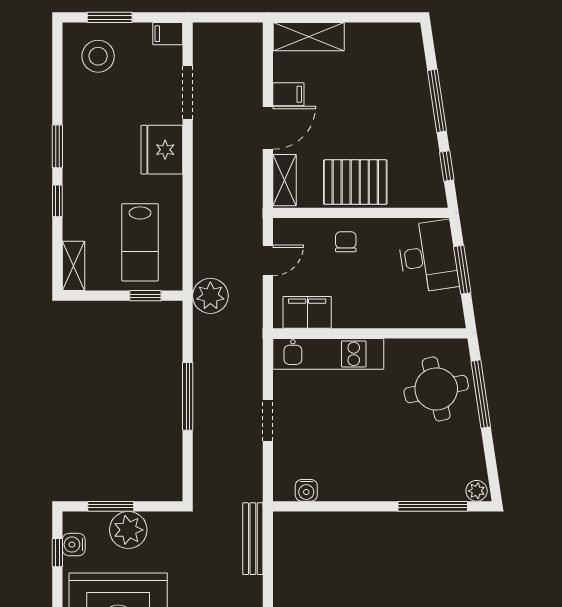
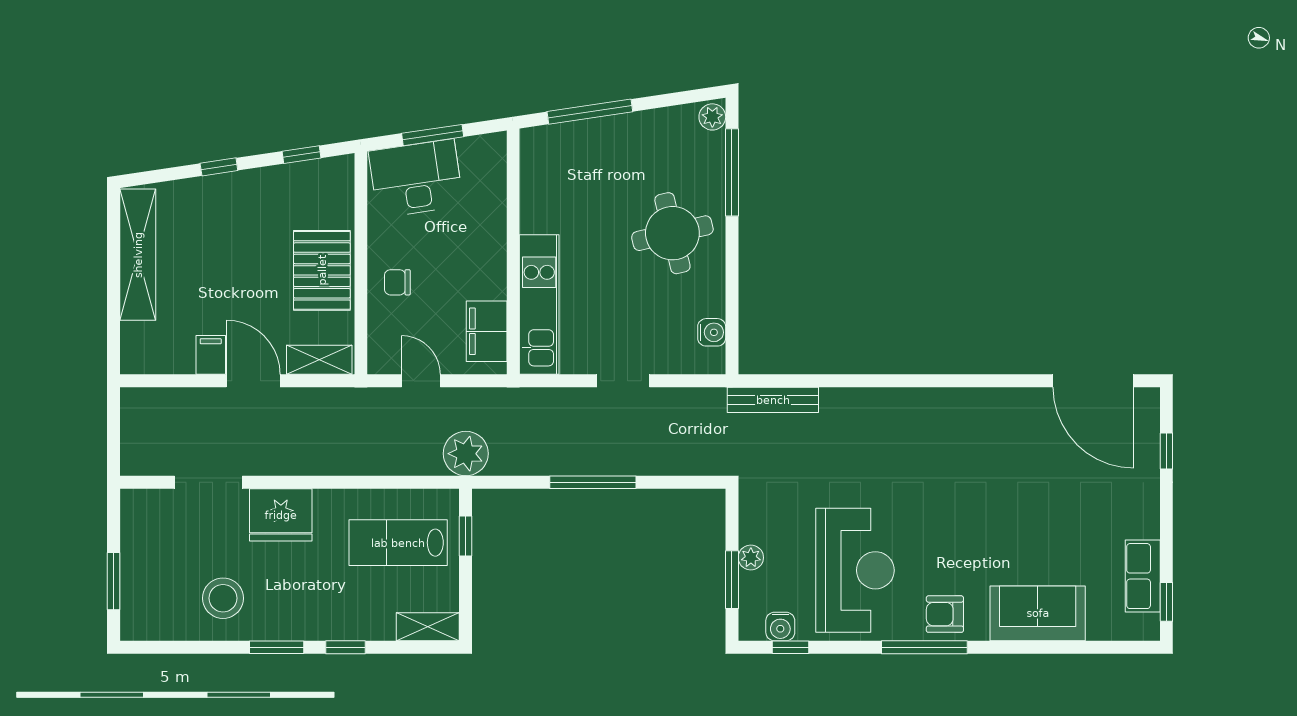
filing cabinet: (168, 34) -> (134, 508), removed
shelving: (309, 37) -> (138, 255), moved, width x1.47
stool: (98, 56) -> (223, 598), moved
window: (437, 101) -> (219, 167), width x0.46
lab bench: (140, 242) -> (398, 543), turned 180
round table: (436, 389) -> (672, 233), moved
plant: (128, 530) -> (751, 558), width x0.53, depth x0.53

